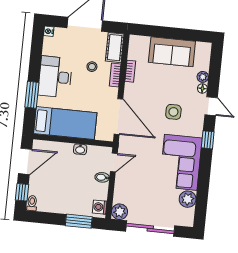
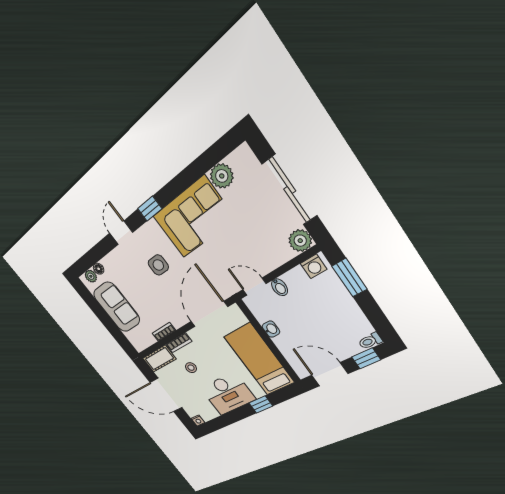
plant: (203, 77) -> (91, 276), moved
floor lamp: (202, 88) -> (99, 269), moved
window: (32, 95) -> (261, 405), width x0.67

